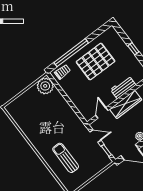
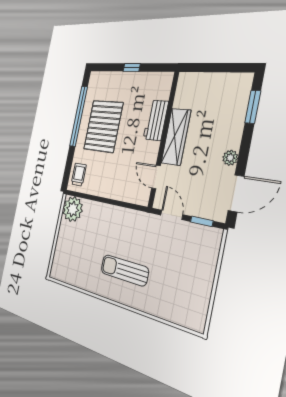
window: (71, 53) -> (79, 116), moved
door: (95, 136) -> (172, 215), hinge flipped
sun lounger: (66, 158) -> (124, 270), moved

